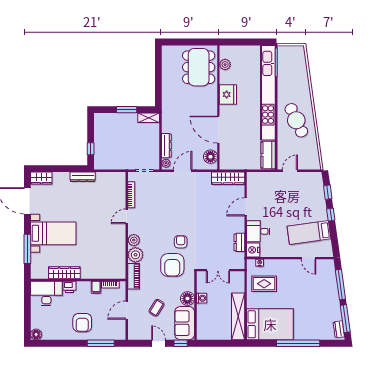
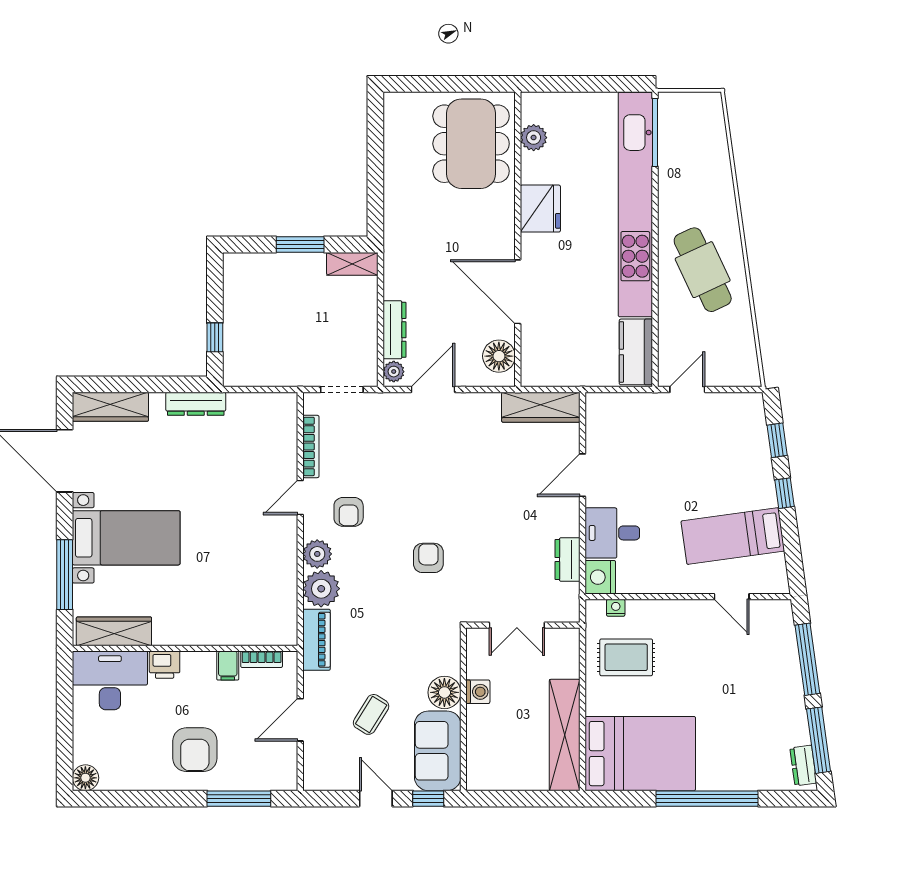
wardrobe: (41, 178) -> (110, 407), width x1.50
armchair: (172, 265) -> (349, 512), moved, width x0.53, depth x0.53
wardrobe: (64, 273) -> (114, 631), moved

